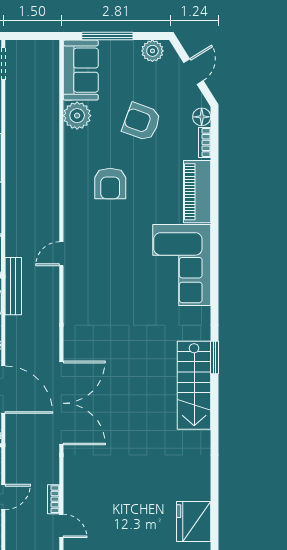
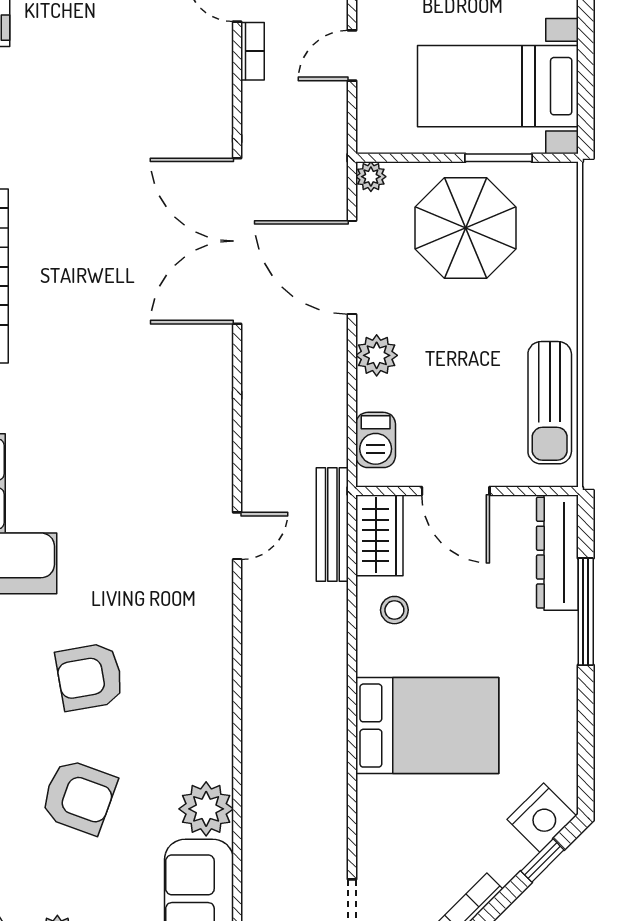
armchair: (110, 184) -> (90, 677), moved, turned -100
bench: (13, 286) -> (332, 525), moved

